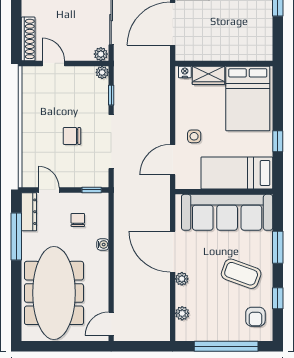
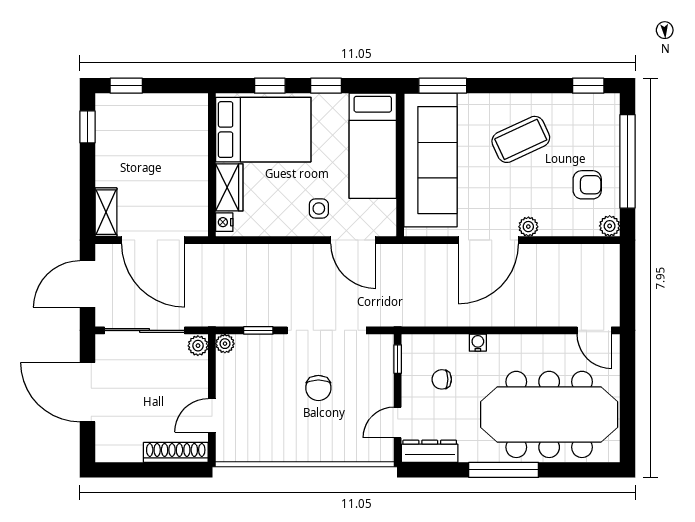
window: (278, 103) -> (270, 86), added
window: (16, 237) -> (504, 470), moved
window: (278, 247) -> (443, 86), moved
coffee table: (241, 274) -> (521, 139), turned 45
window: (278, 298) -> (588, 86), moved
plant: (182, 313) -> (610, 226), moved
armchair: (255, 317) -> (587, 185), moved

